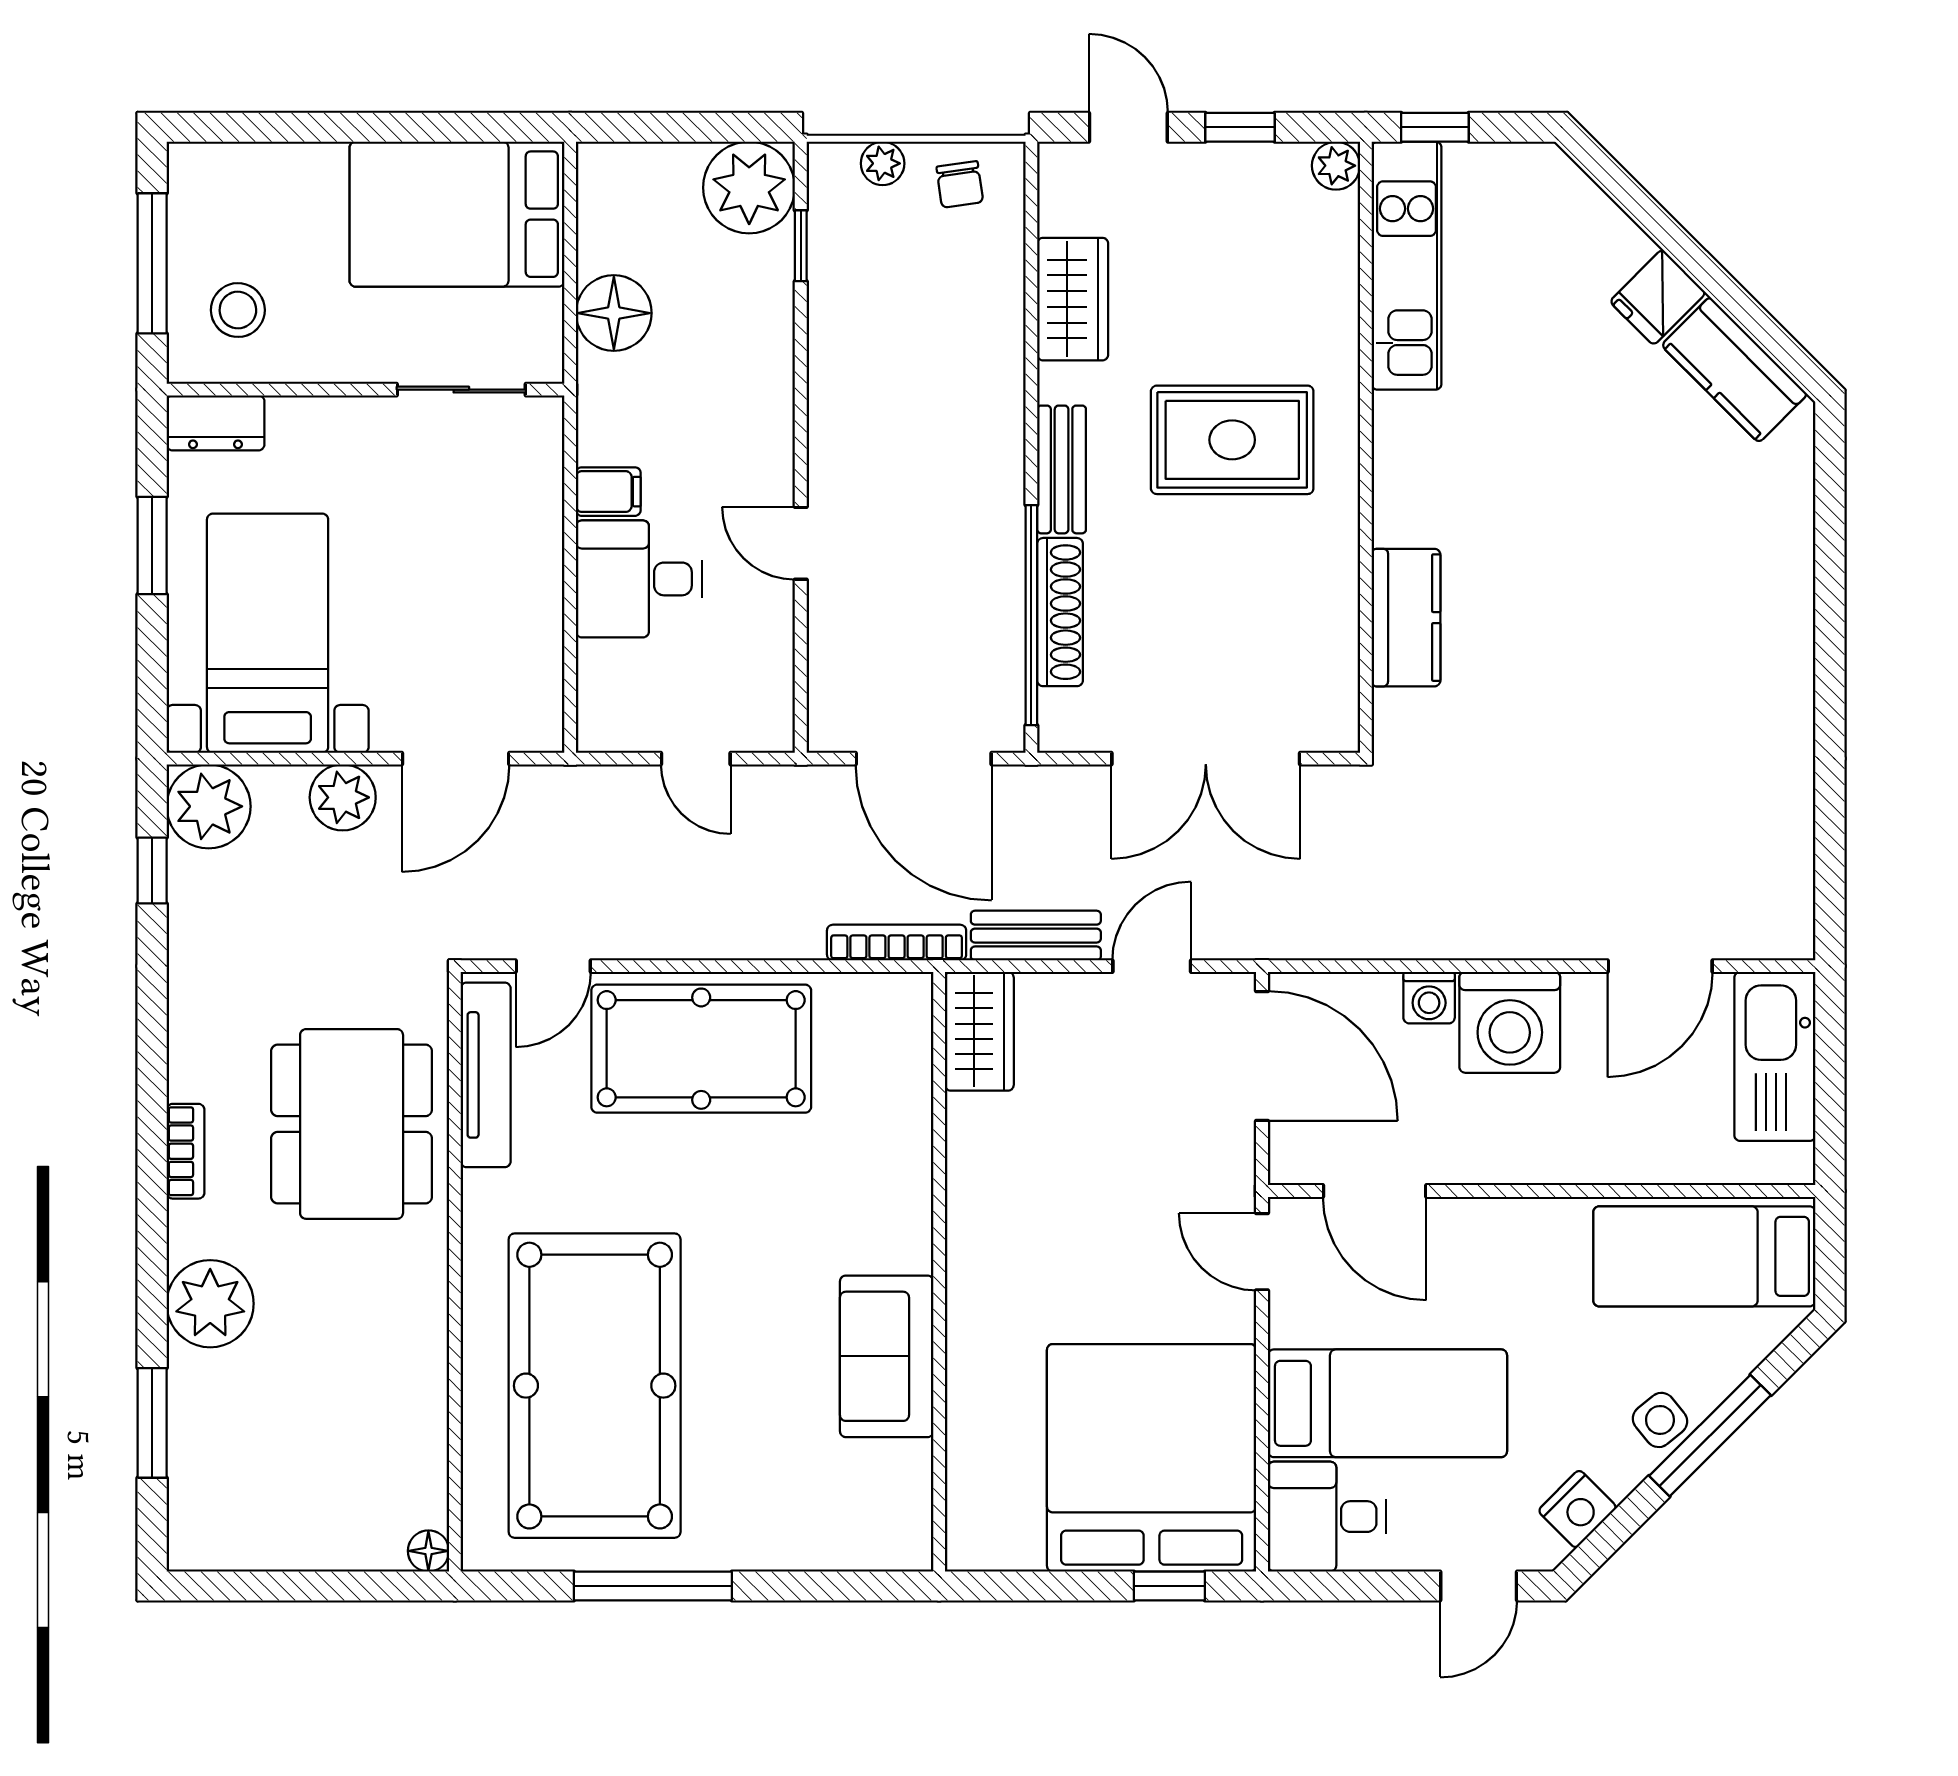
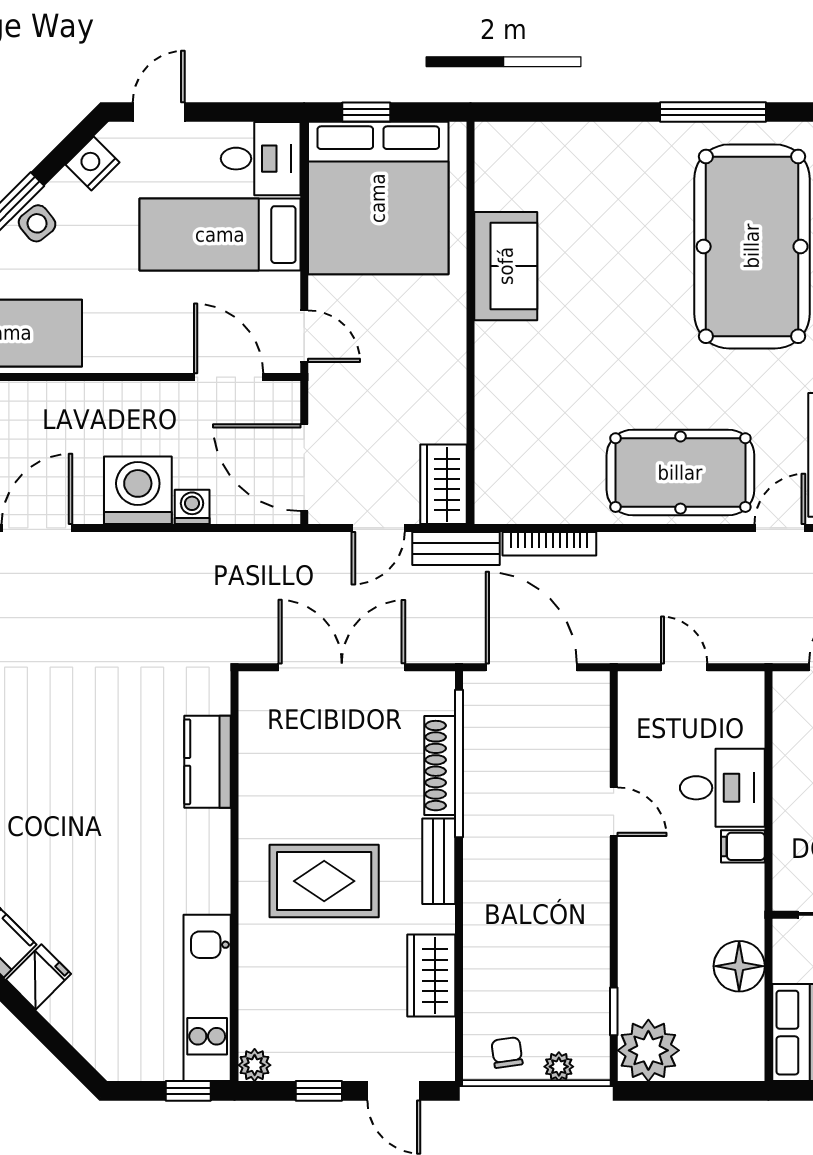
wardrobe: (979, 1031) -> (444, 484), moved
wall: (939, 1272) -> (471, 323), moved
sofa: (887, 1356) -> (506, 266), moved

